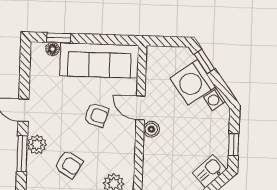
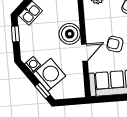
door: (140, 108) -> (84, 53), hinge flipped
boiler: (151, 129) -> (70, 34), width x1.86, depth x1.86

